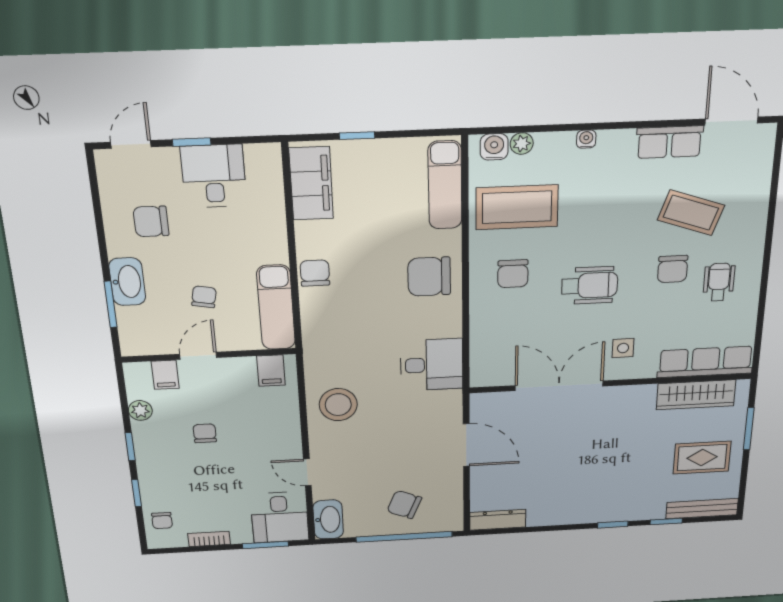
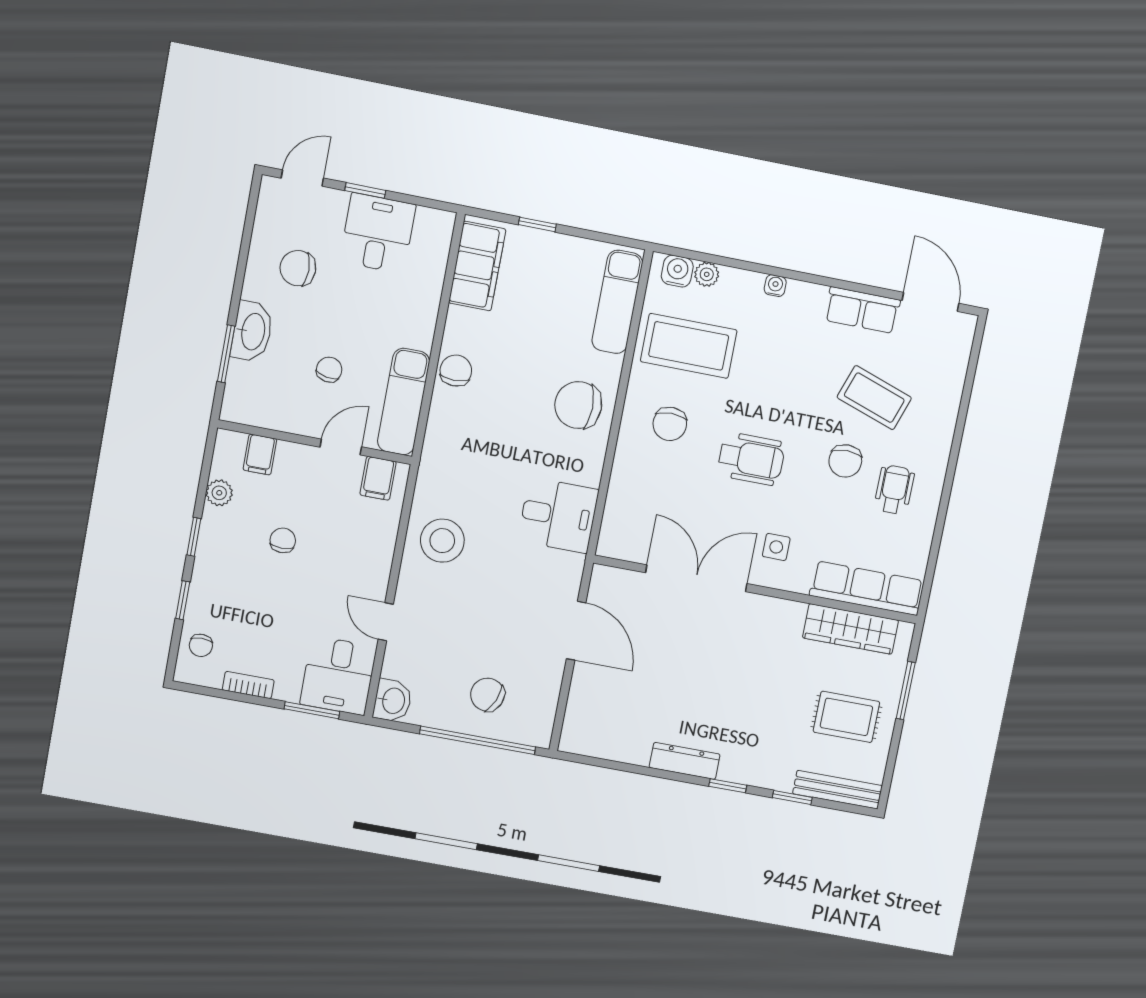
door: (198, 356) -> (341, 447), moved
washbasin: (328, 519) -> (393, 701), width x0.72
dresser: (498, 520) -> (685, 761), moved

